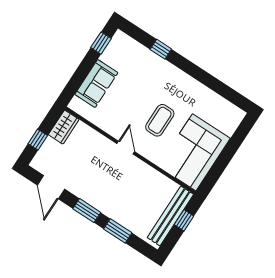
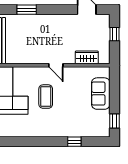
wardrobe: (64, 127) -> (87, 57), moved, turned 90
window: (87, 211) -> (54, 10), removed

